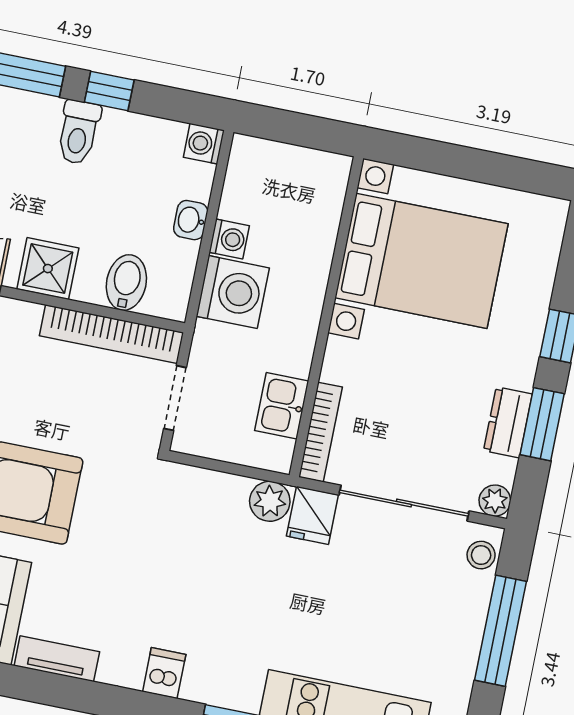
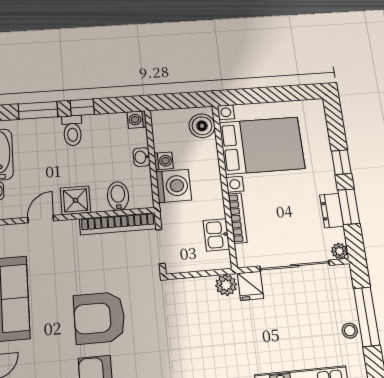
boiler: (322, 190) -> (202, 126), added
bookcase: (321, 432) -> (237, 218), moved
stool: (481, 555) -> (350, 331), moved

